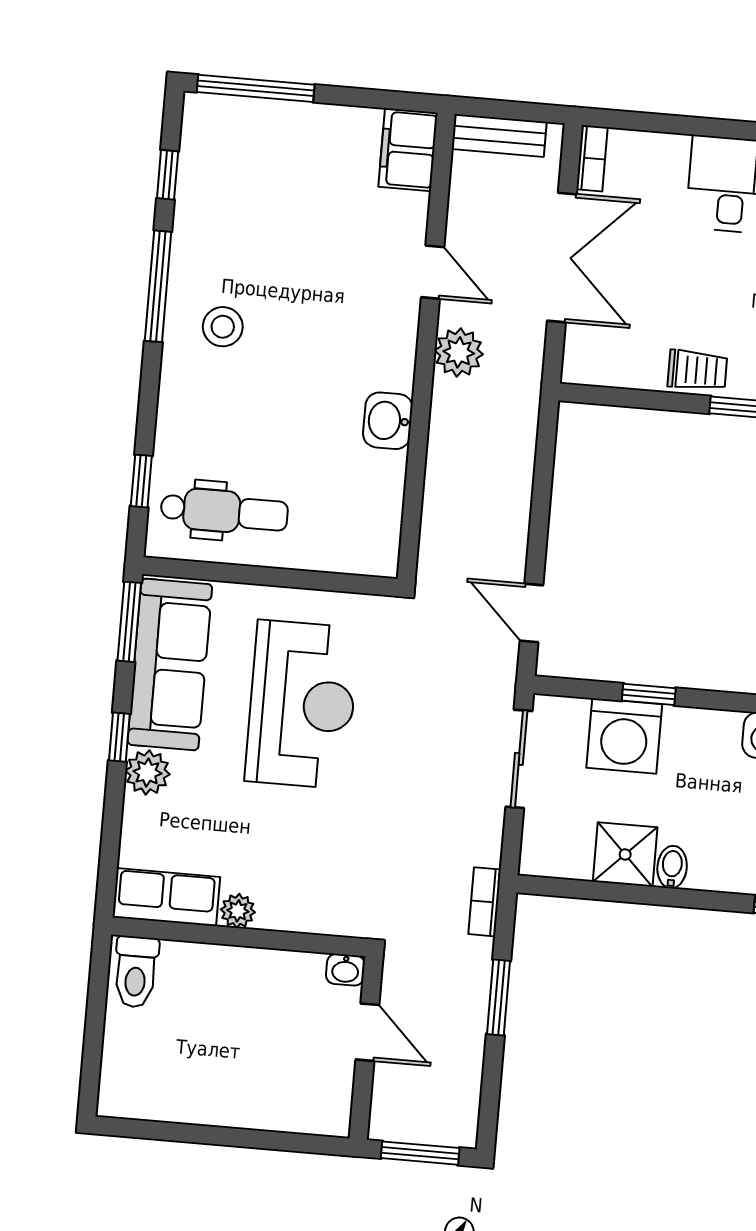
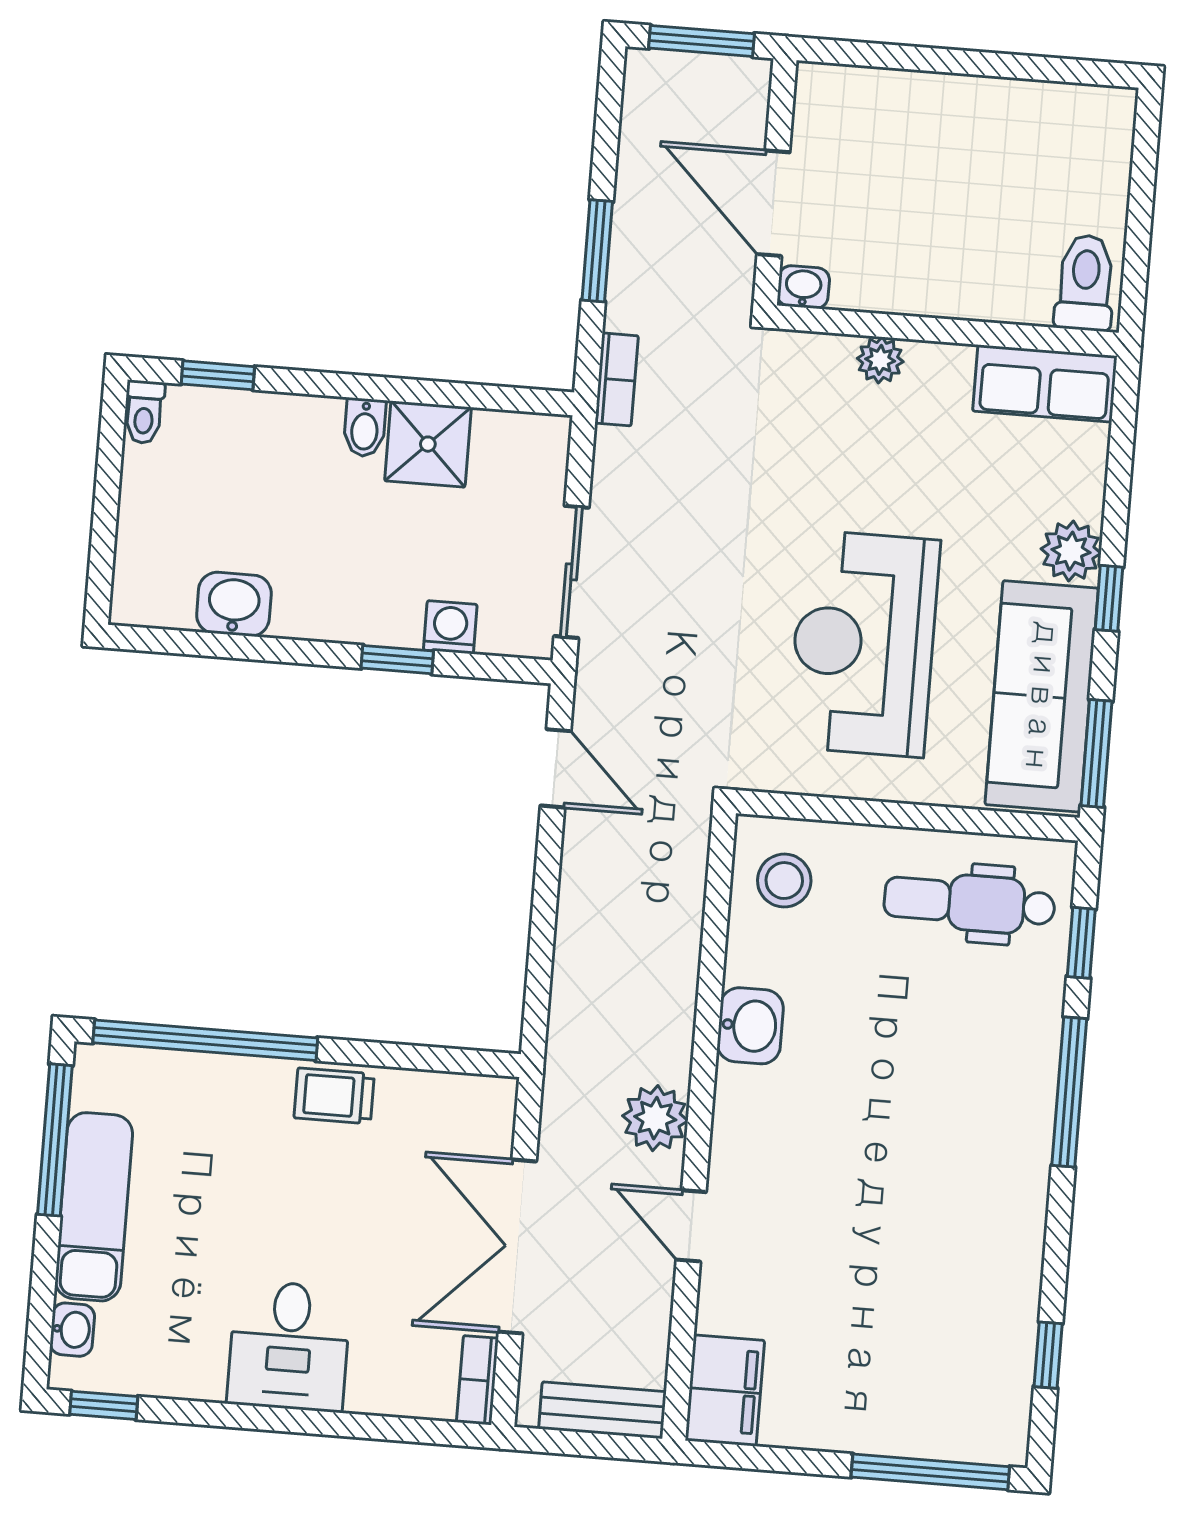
window: (158, 286) -> (1069, 1092), moved
stool: (223, 327) -> (784, 881), moved
washing machine: (624, 736) -> (450, 627), width x0.53, depth x0.53
plant: (238, 911) -> (880, 360), moved
door: (367, 1032) -> (773, 203), width x1.38

